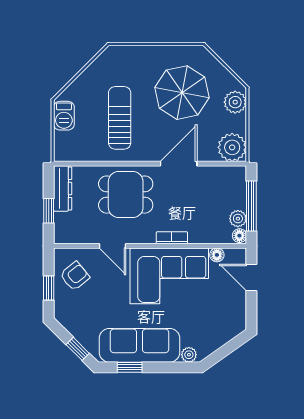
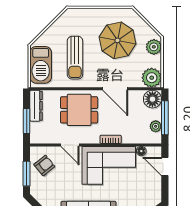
barbecue: (64, 116) -> (41, 65), width x1.88, depth x1.53
sun lounger: (120, 118) -> (75, 58), turned 180
door: (179, 164) -> (115, 89), swing flipped
window: (49, 211) -> (27, 121), width x1.50
floor lamp: (239, 236) -> (152, 99), moved, width x1.89, depth x1.89
window: (49, 288) -> (27, 174), width x1.50

